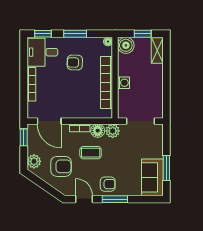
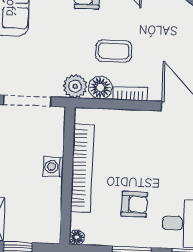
boiler: (126, 45) -> (47, 230), removed
armchair: (61, 166) -> (165, 30), removed

